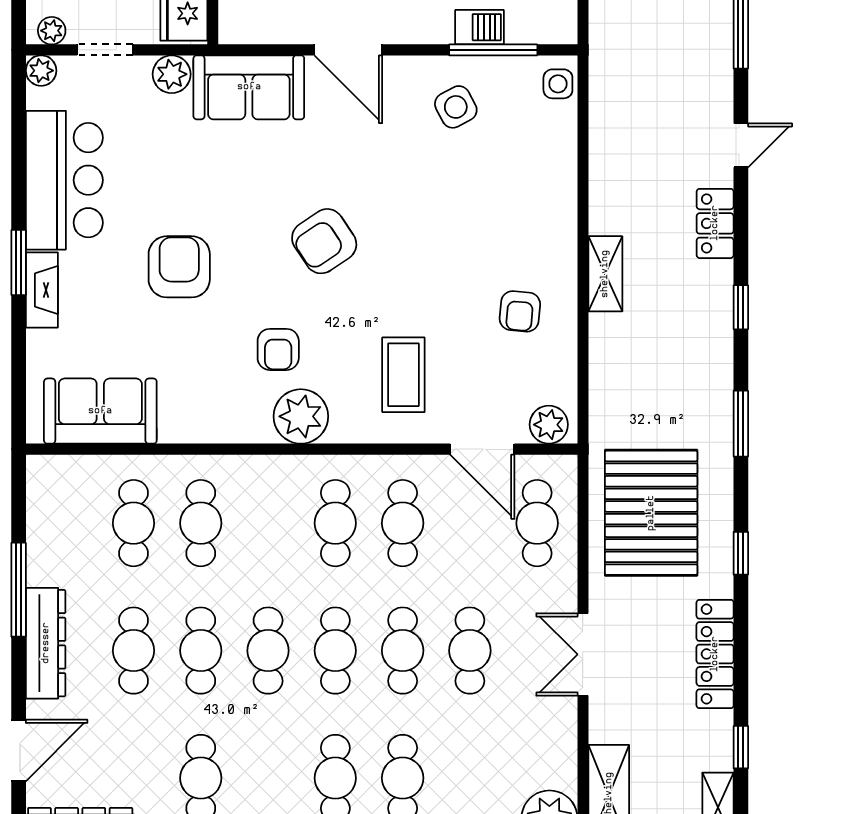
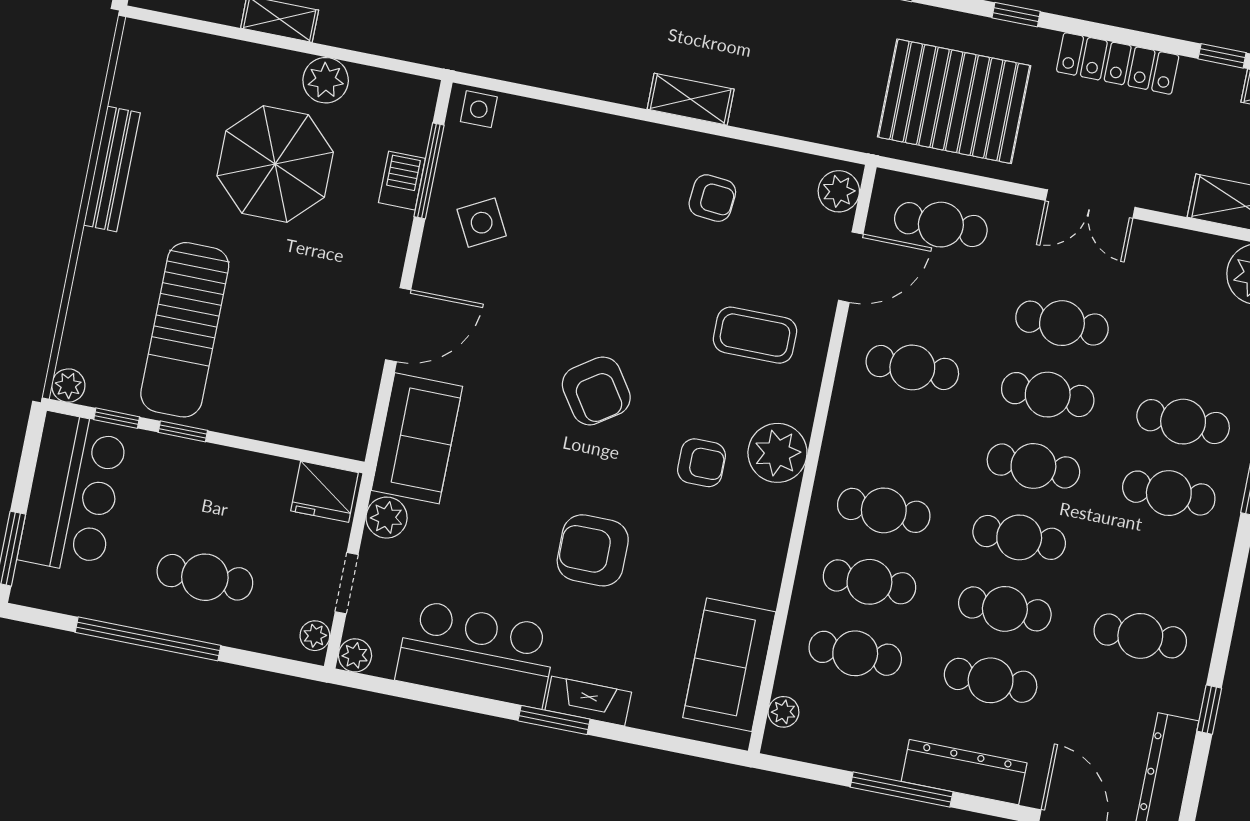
plant: (67, 469) -> (783, 712), added
cafe table: (335, 523) -> (884, 510), moved

